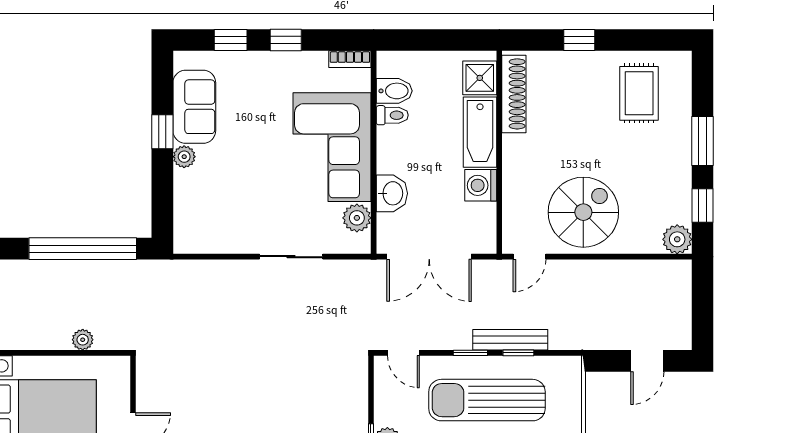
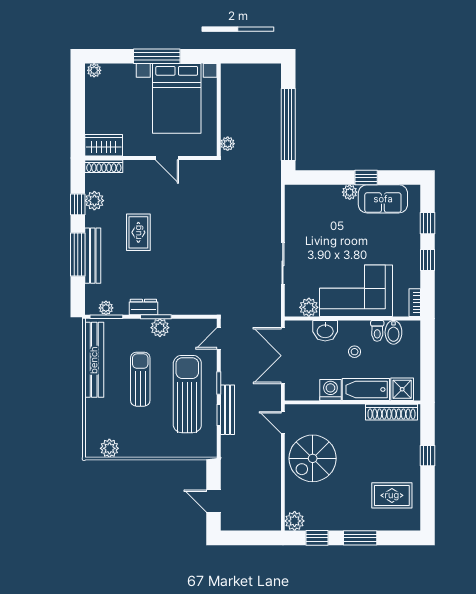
stool: (423, 149) -> (355, 352), added
spiral stairs: (583, 212) -> (313, 458), turned 90
plant: (83, 340) -> (228, 144), moved

